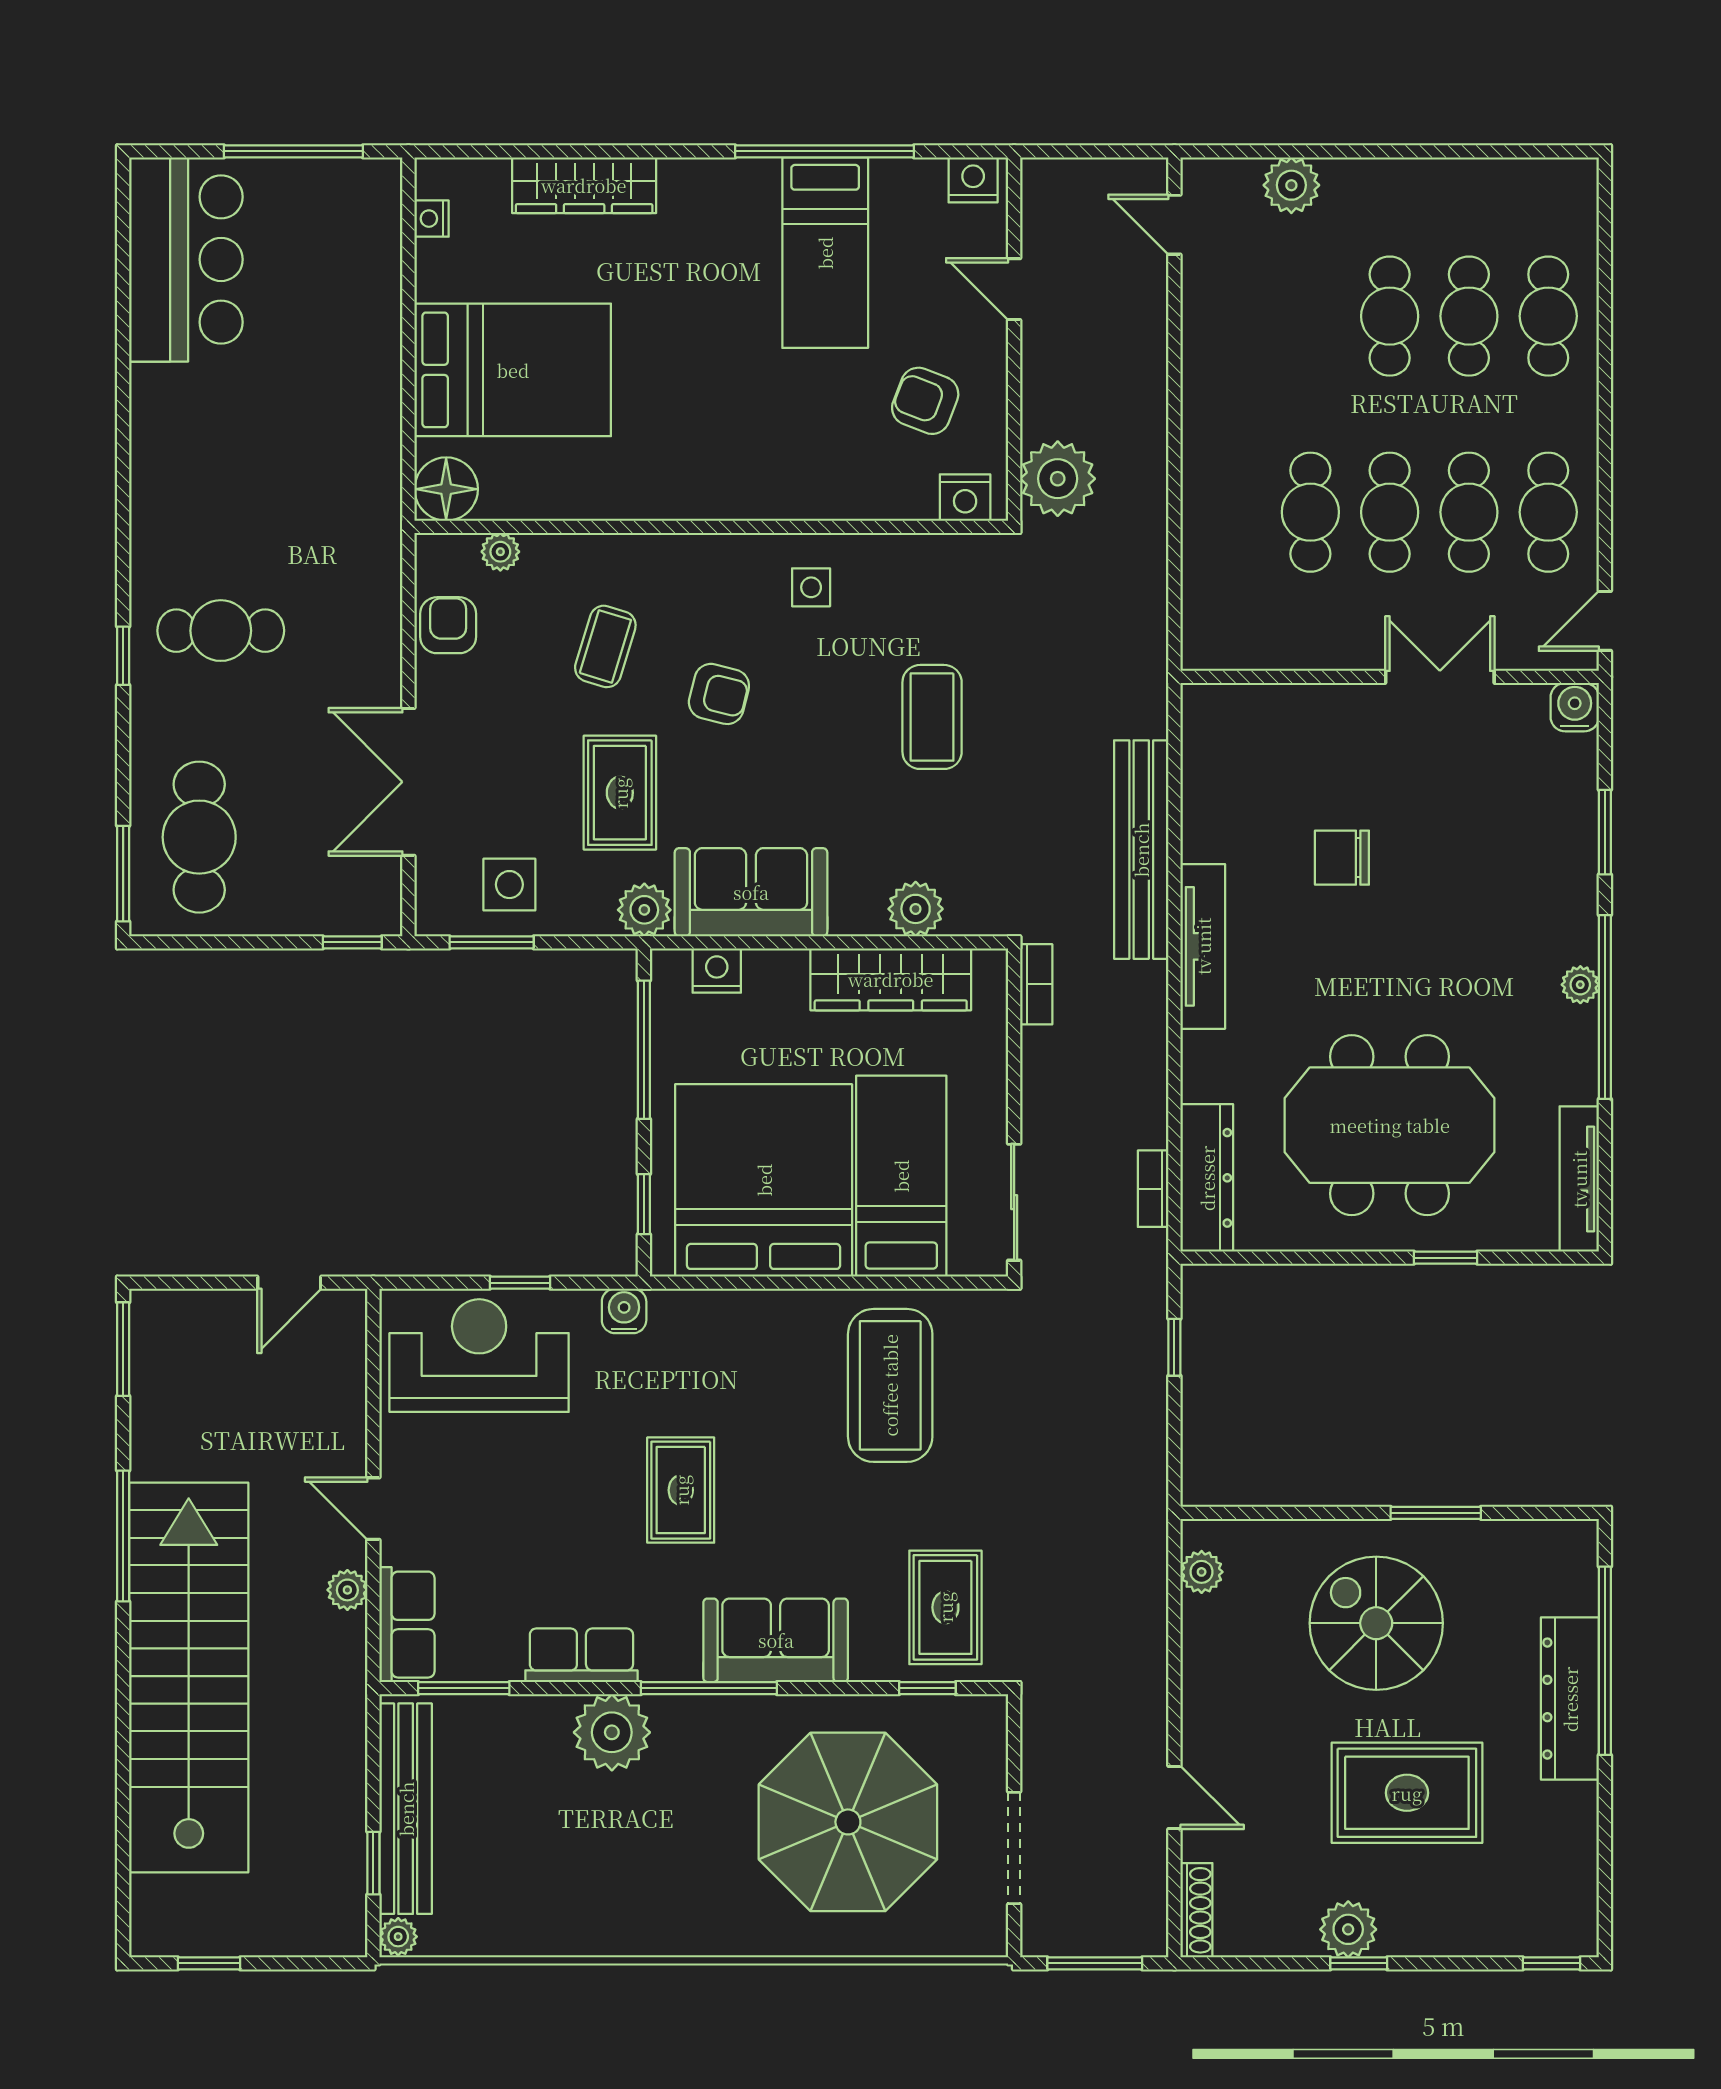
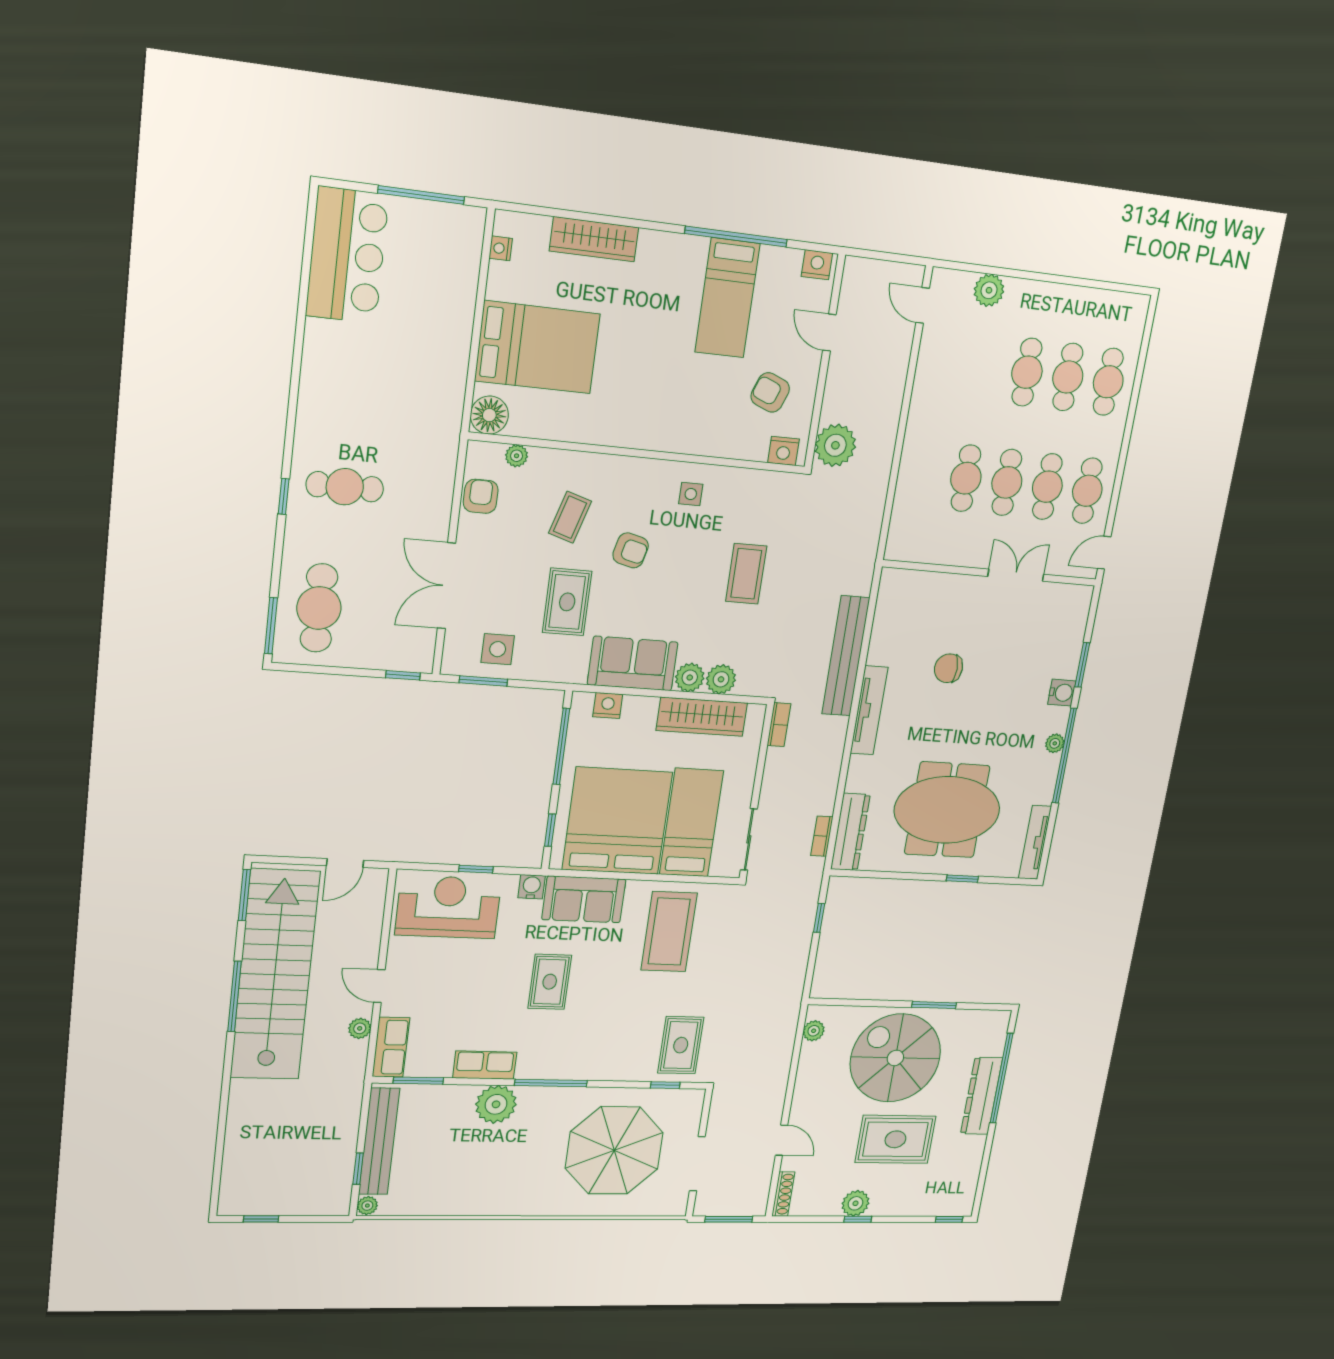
water cooler: (1575, 707) -> (1062, 693), moved, turned 90
plant: (644, 910) -> (690, 678), moved
spiral stairs: (1376, 1623) -> (895, 1058), width x1.37, depth x1.37
sofa: (776, 1640) -> (584, 899), moved, turned 180
stairs: (189, 1677) -> (275, 975), moved

